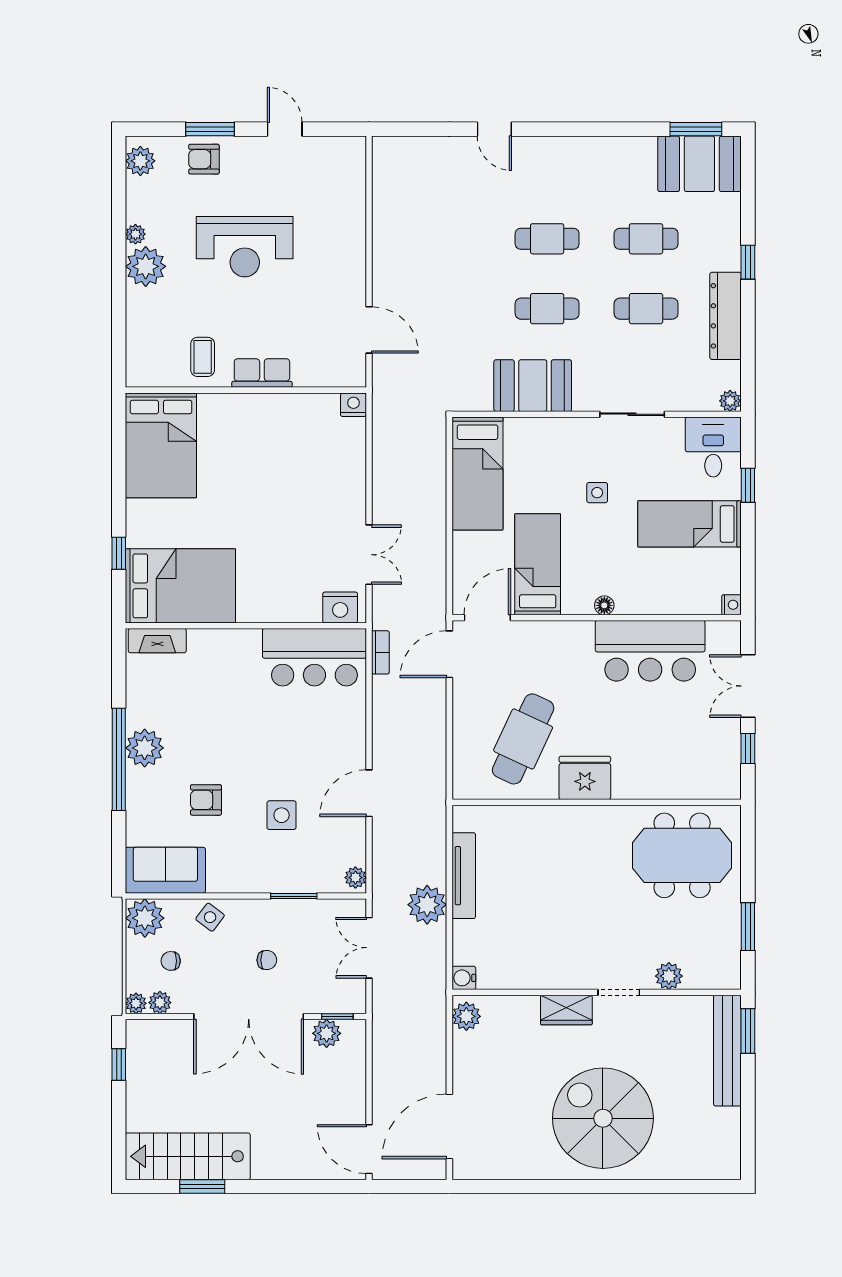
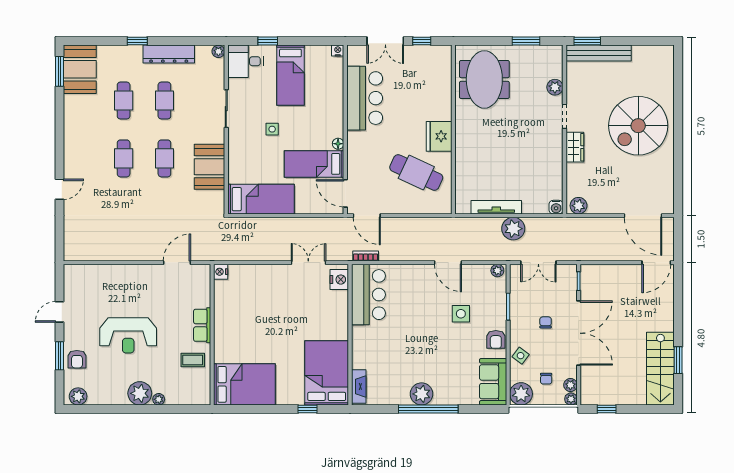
plant: (135, 234) -> (159, 399), moved
reception desk: (245, 247) -> (128, 335), turned 90
floor lamp: (604, 605) -> (338, 144), moved
armchair: (206, 800) -> (496, 339), moved
plant: (327, 1033) -> (589, 287), removed

